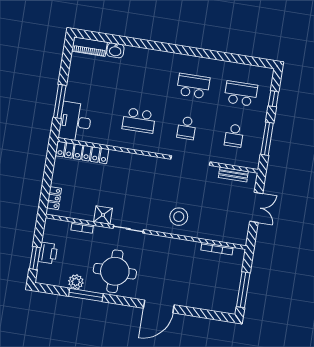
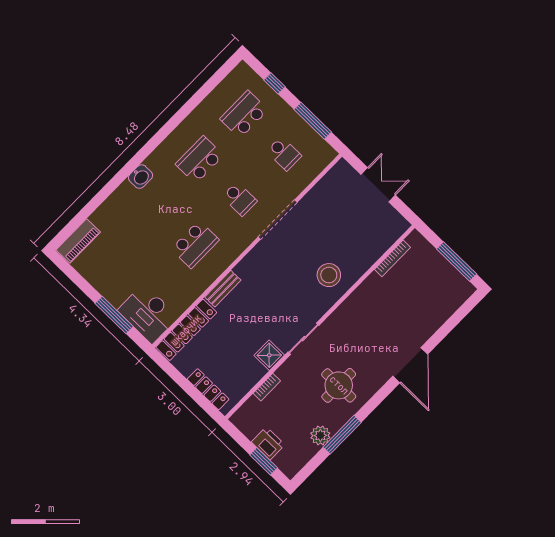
washbasin: (115, 50) -> (141, 177), moved
bench: (233, 174) -> (223, 289), moved
locker: (54, 198) -> (208, 389), width x1.53
round table: (115, 271) -> (339, 385), width x0.73, depth x0.73

